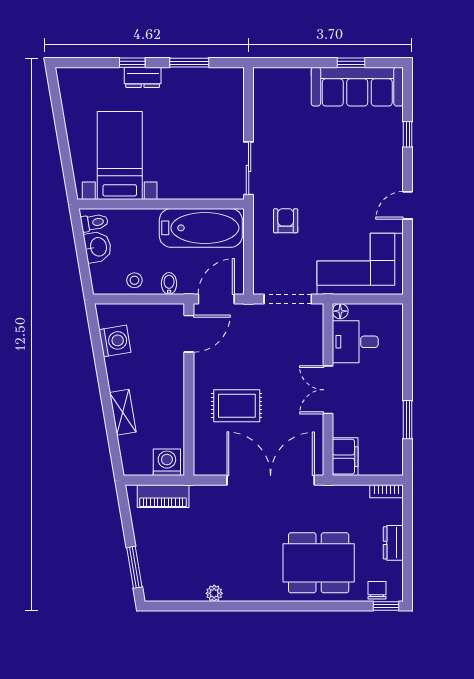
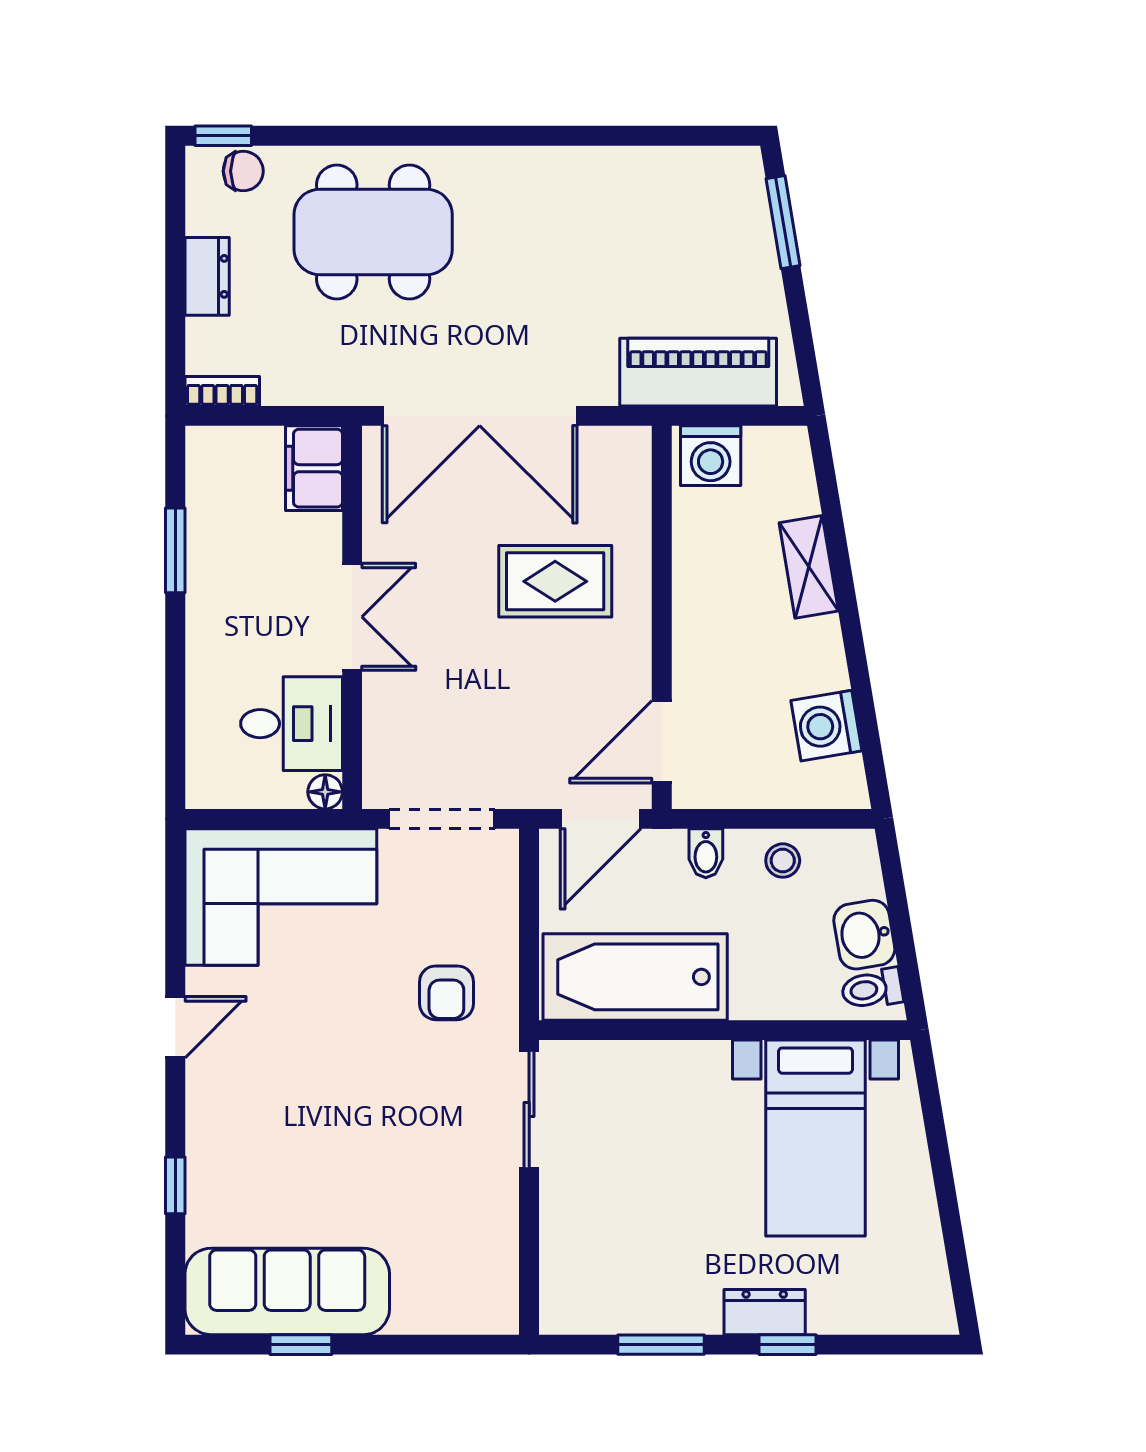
piano: (163, 496) -> (698, 372), width x1.37, depth x1.33
chair: (377, 590) -> (243, 171), turned -90
plant: (214, 593) -> (605, 164), removed

